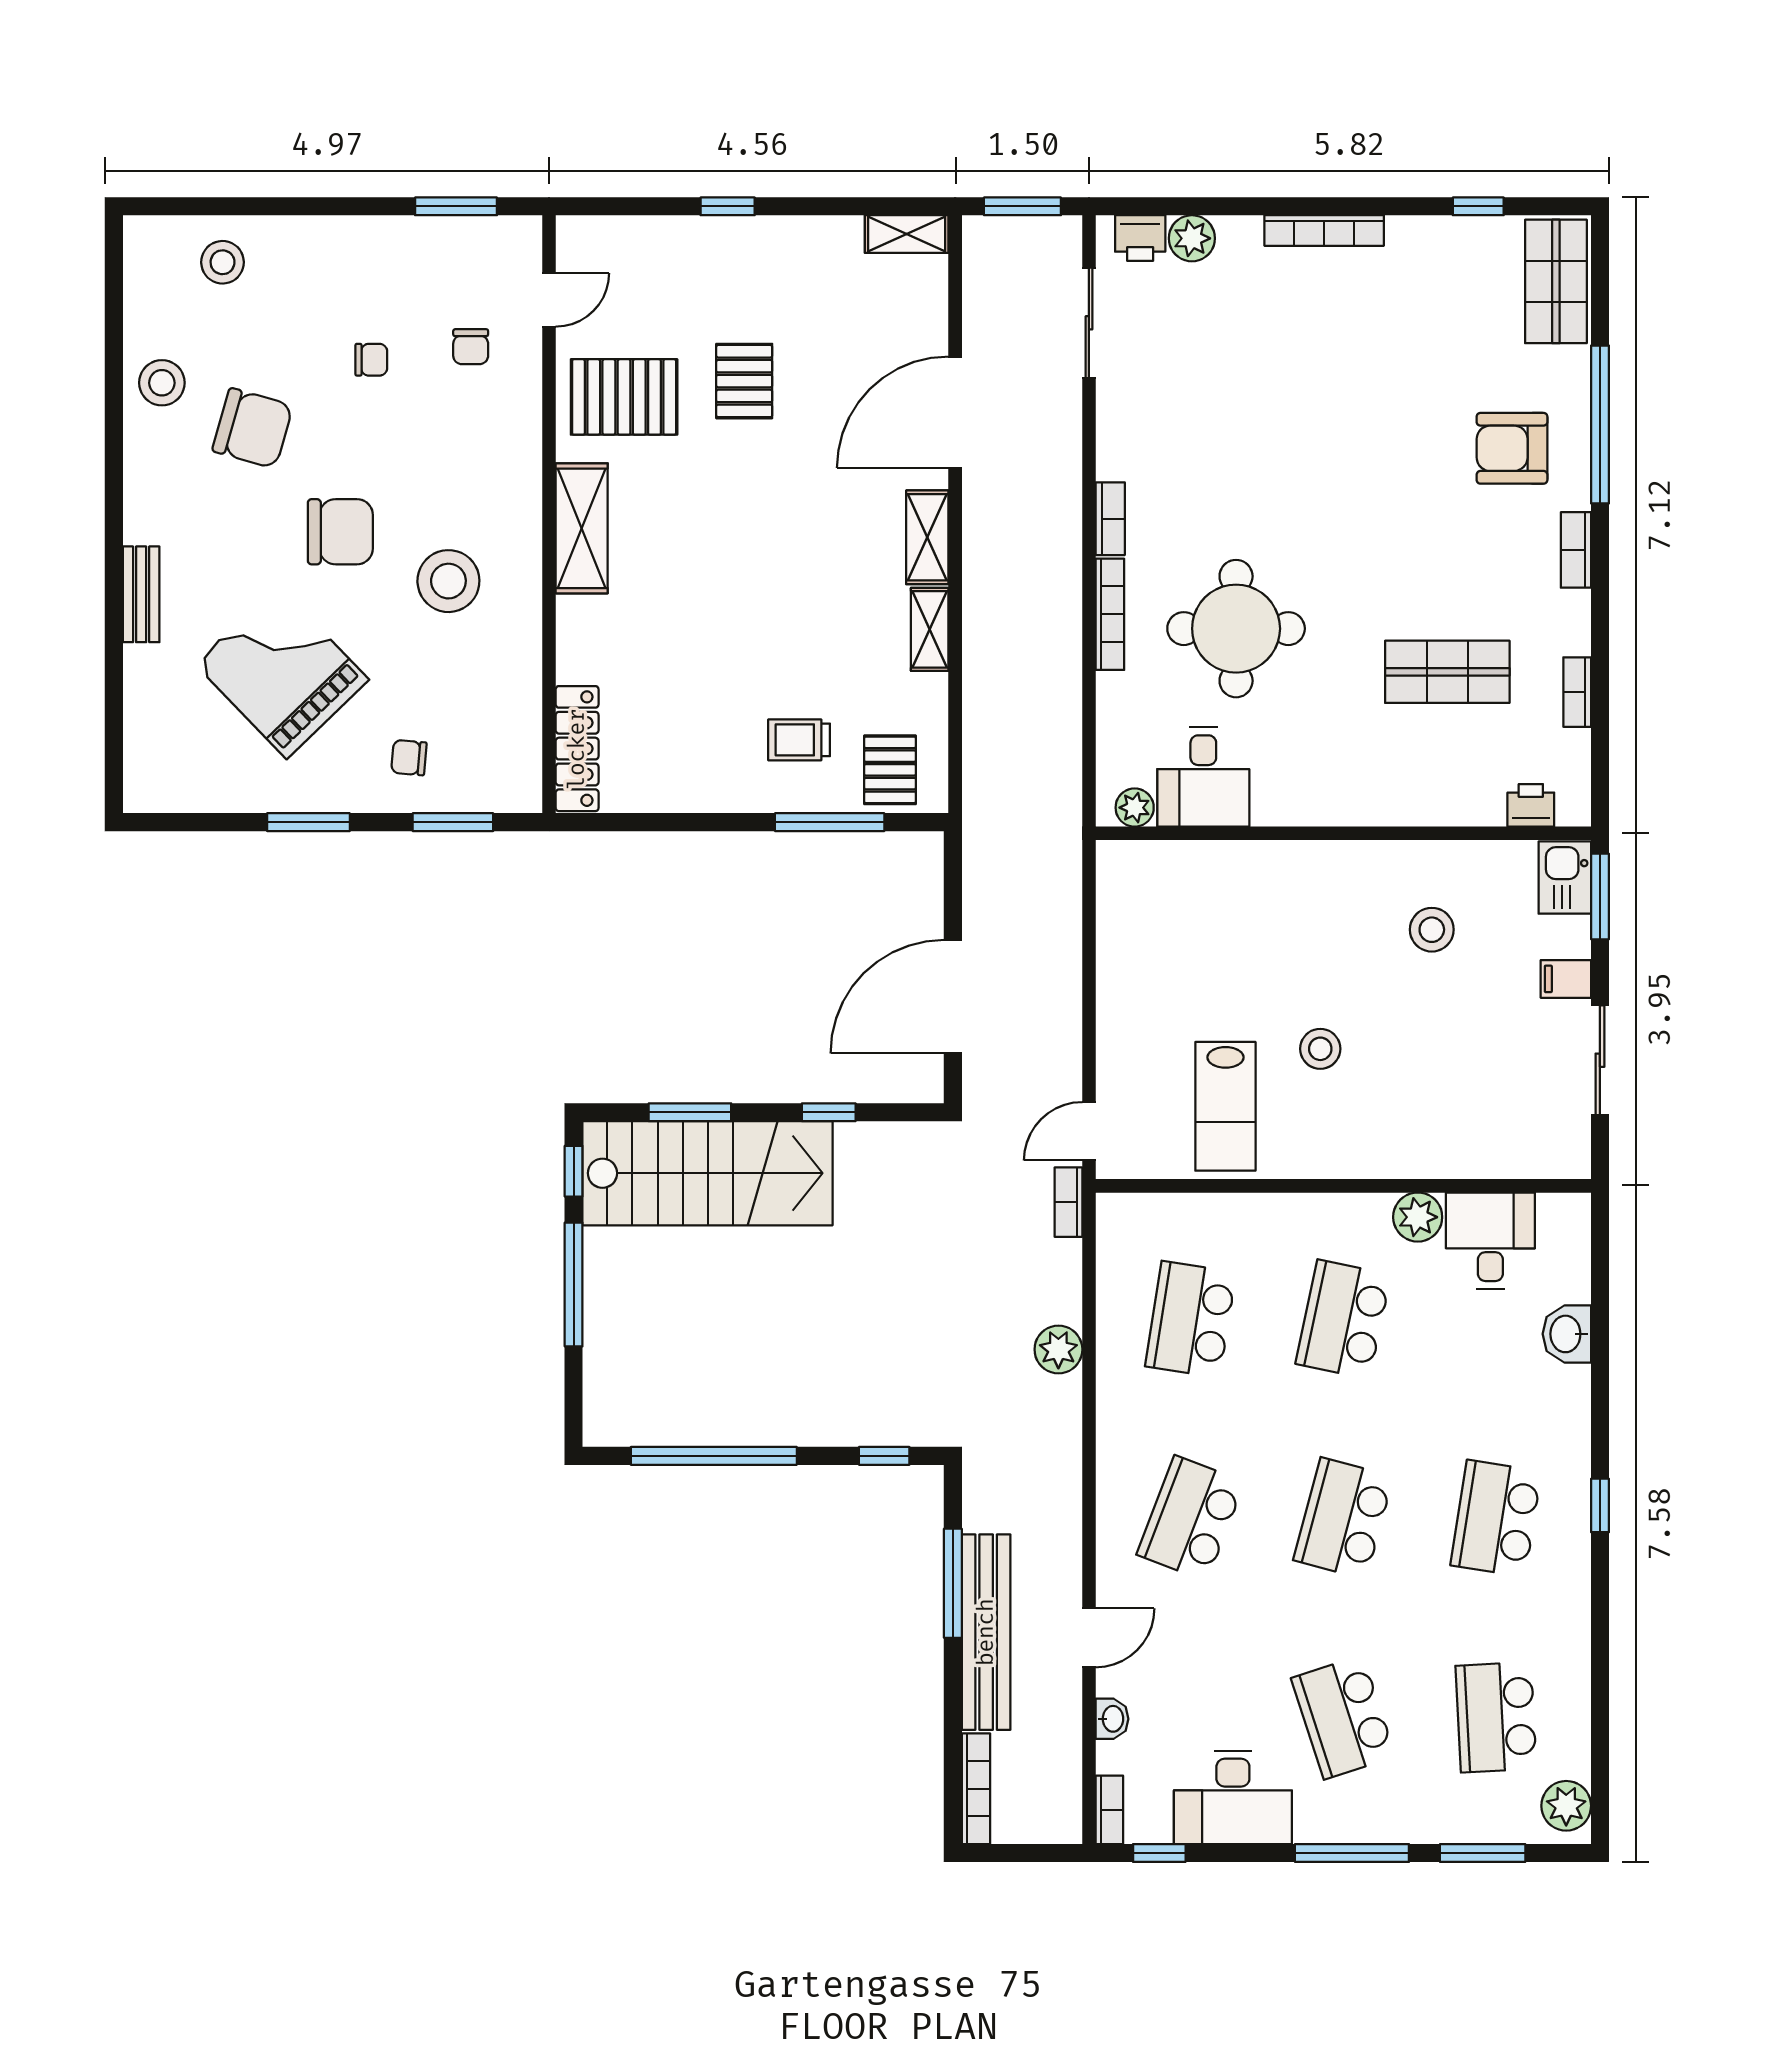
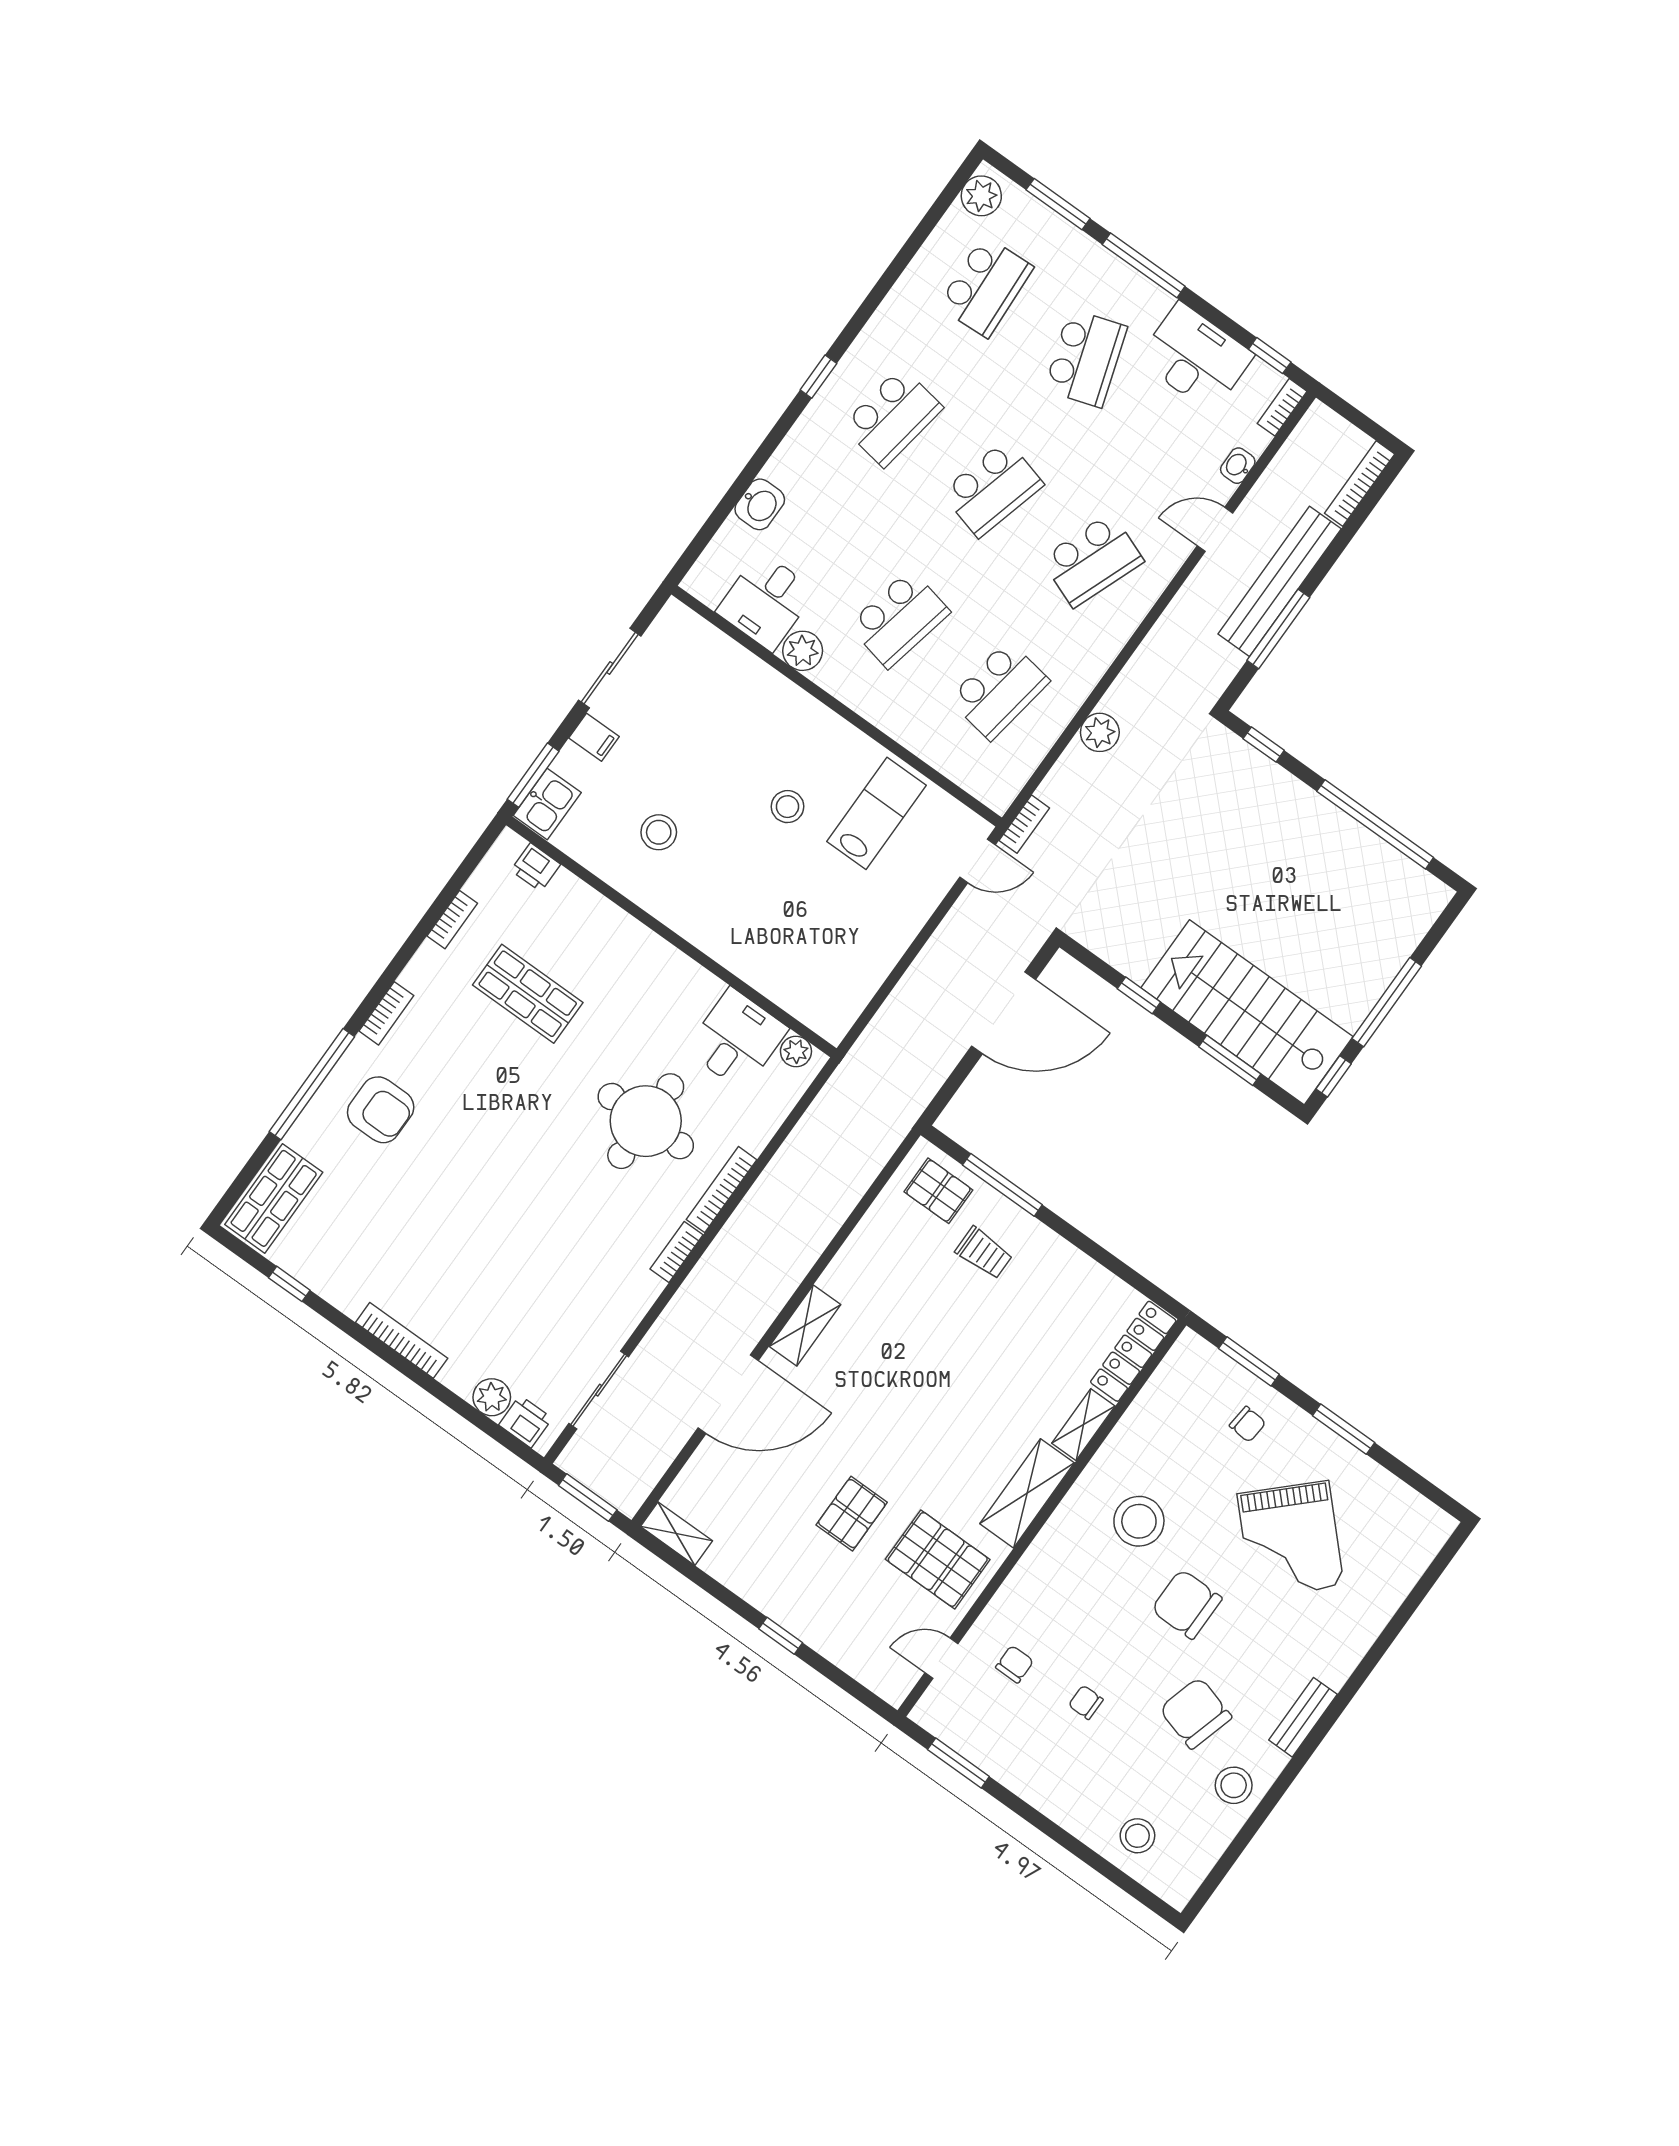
bench: (141, 594) -> (1303, 1717), moved
shelving: (930, 629) -> (1083, 1425), moved
pallet: (890, 770) -> (938, 1191), turned 90

